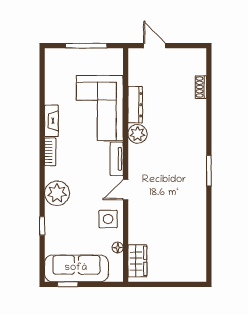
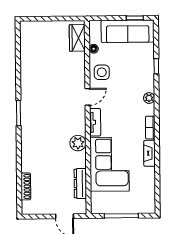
shoe rack: (201, 87) -> (26, 186), width x1.43
dresser: (135, 105) -> (80, 183), moved
plant: (57, 193) -> (149, 98), width x0.53, depth x0.53

